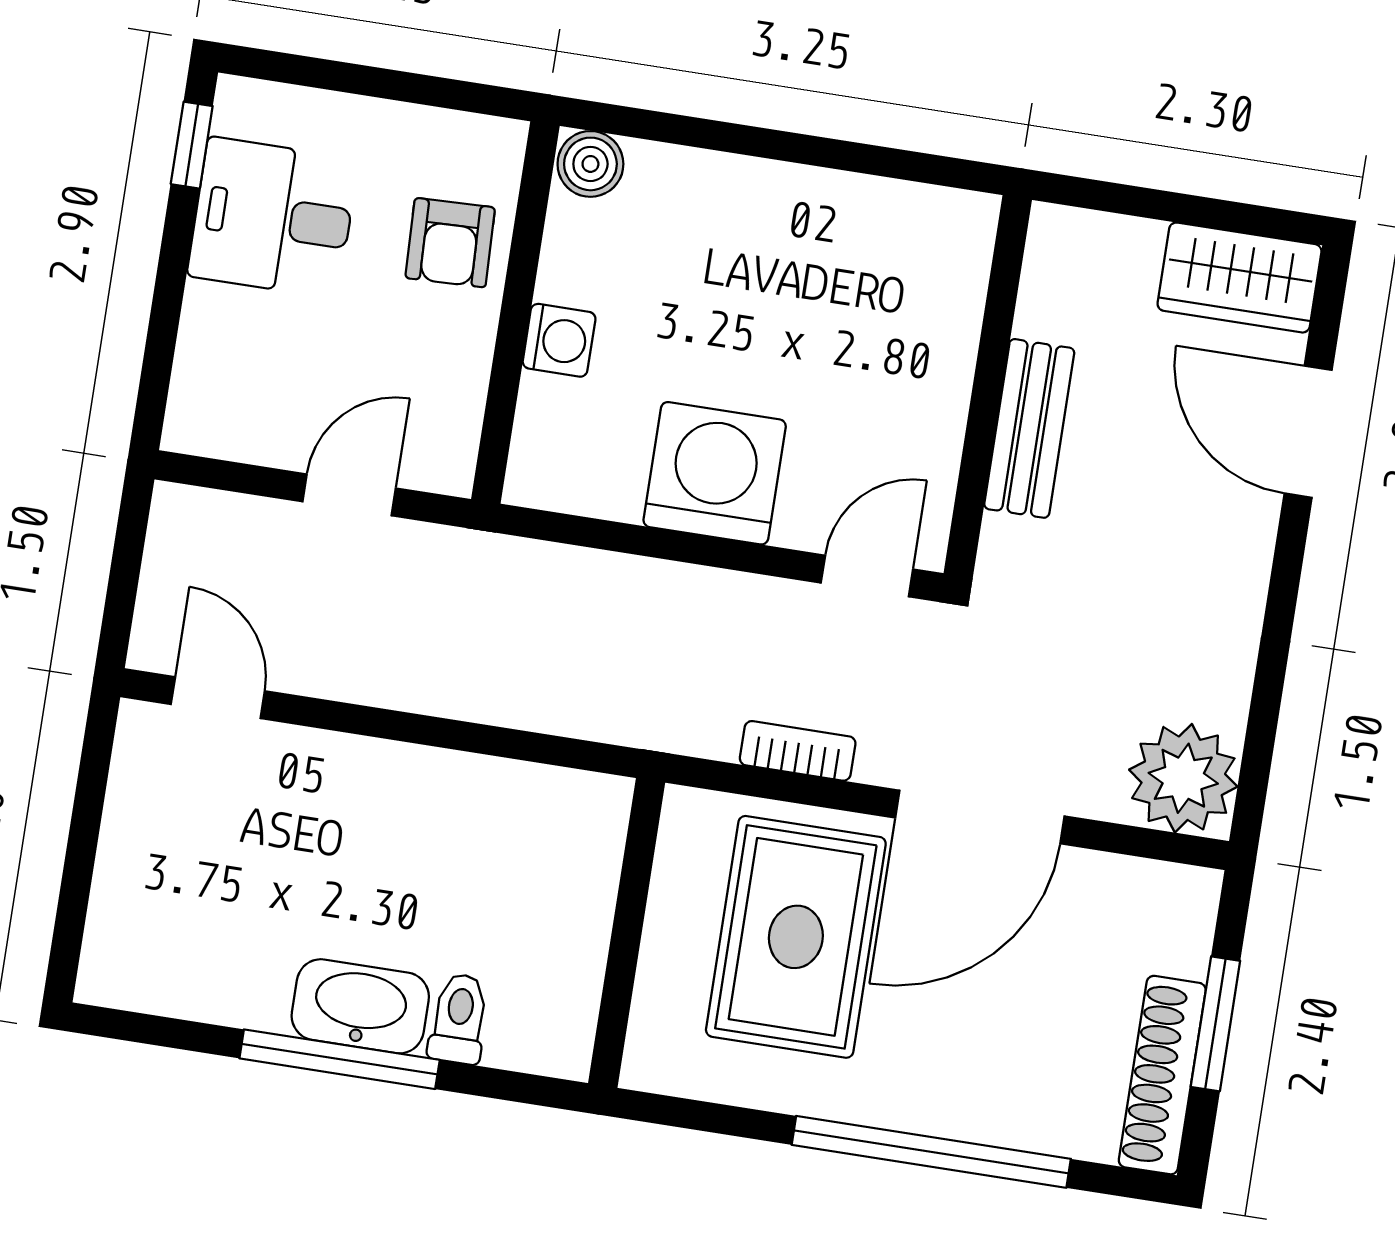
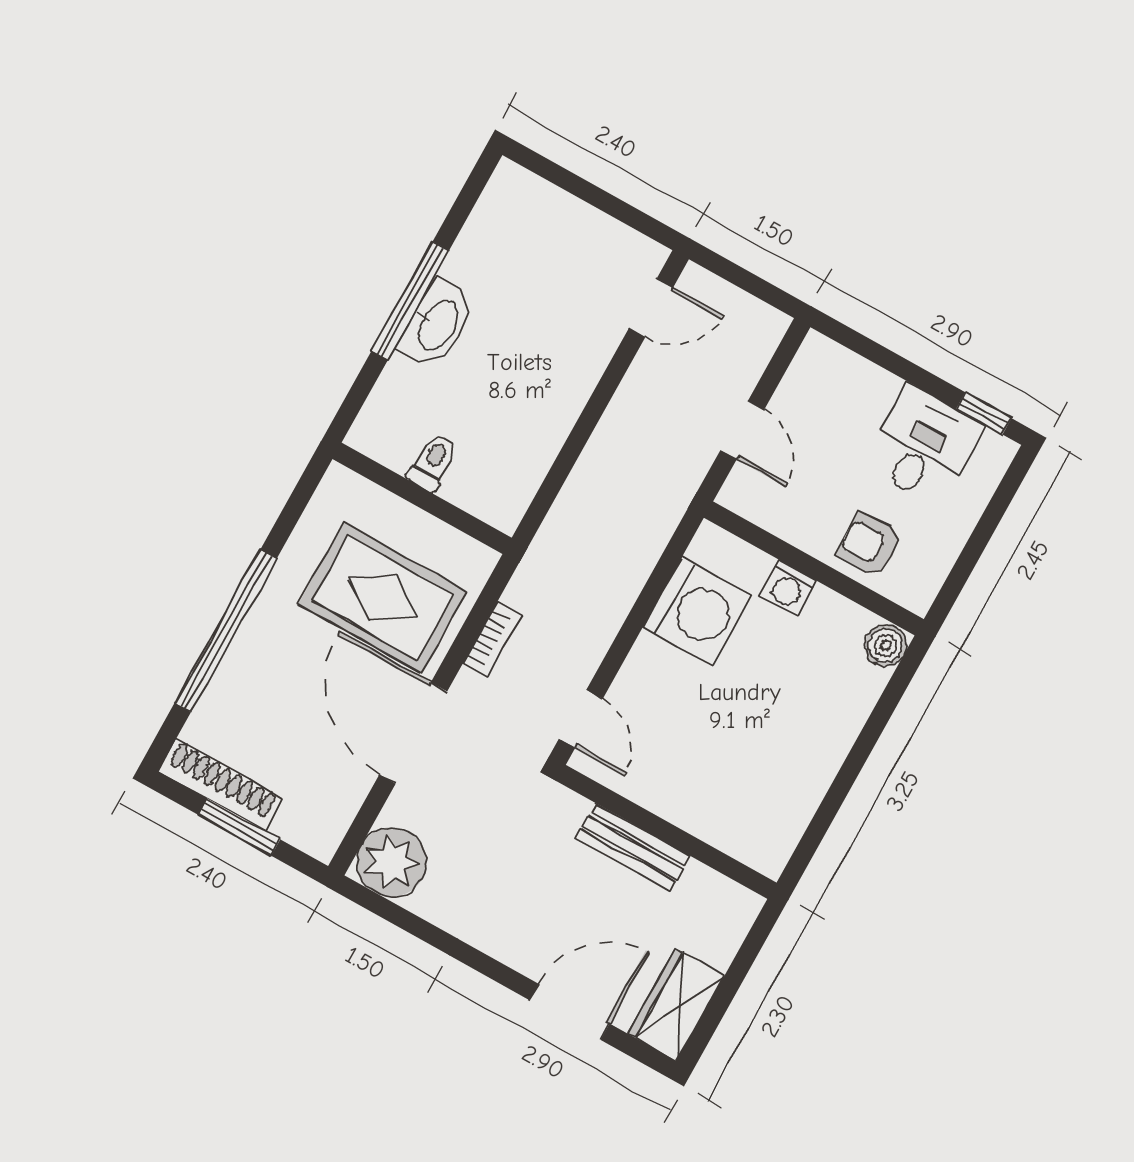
washing machine: (715, 473) -> (697, 611), moved
toilet: (459, 1019) -> (433, 462), moved, turned -90

